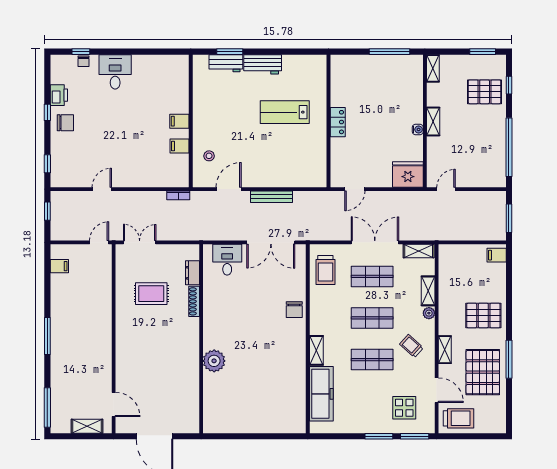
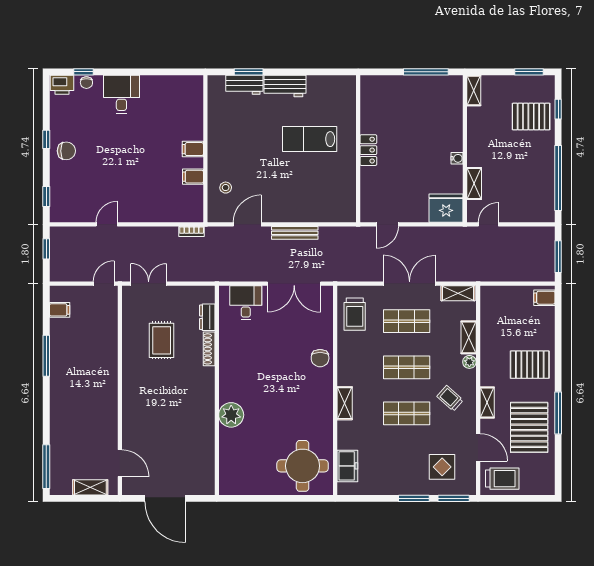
printer: (59, 95) -> (62, 85), moved, turned 90
shelving: (433, 121) -> (474, 184), moved
rug: (151, 294) -> (162, 340), turned 90
window: (47, 336) -> (46, 356), moved
freezer: (321, 394) -> (347, 466), width x0.52, depth x0.79
round table: (278, 407) -> (303, 466), added

